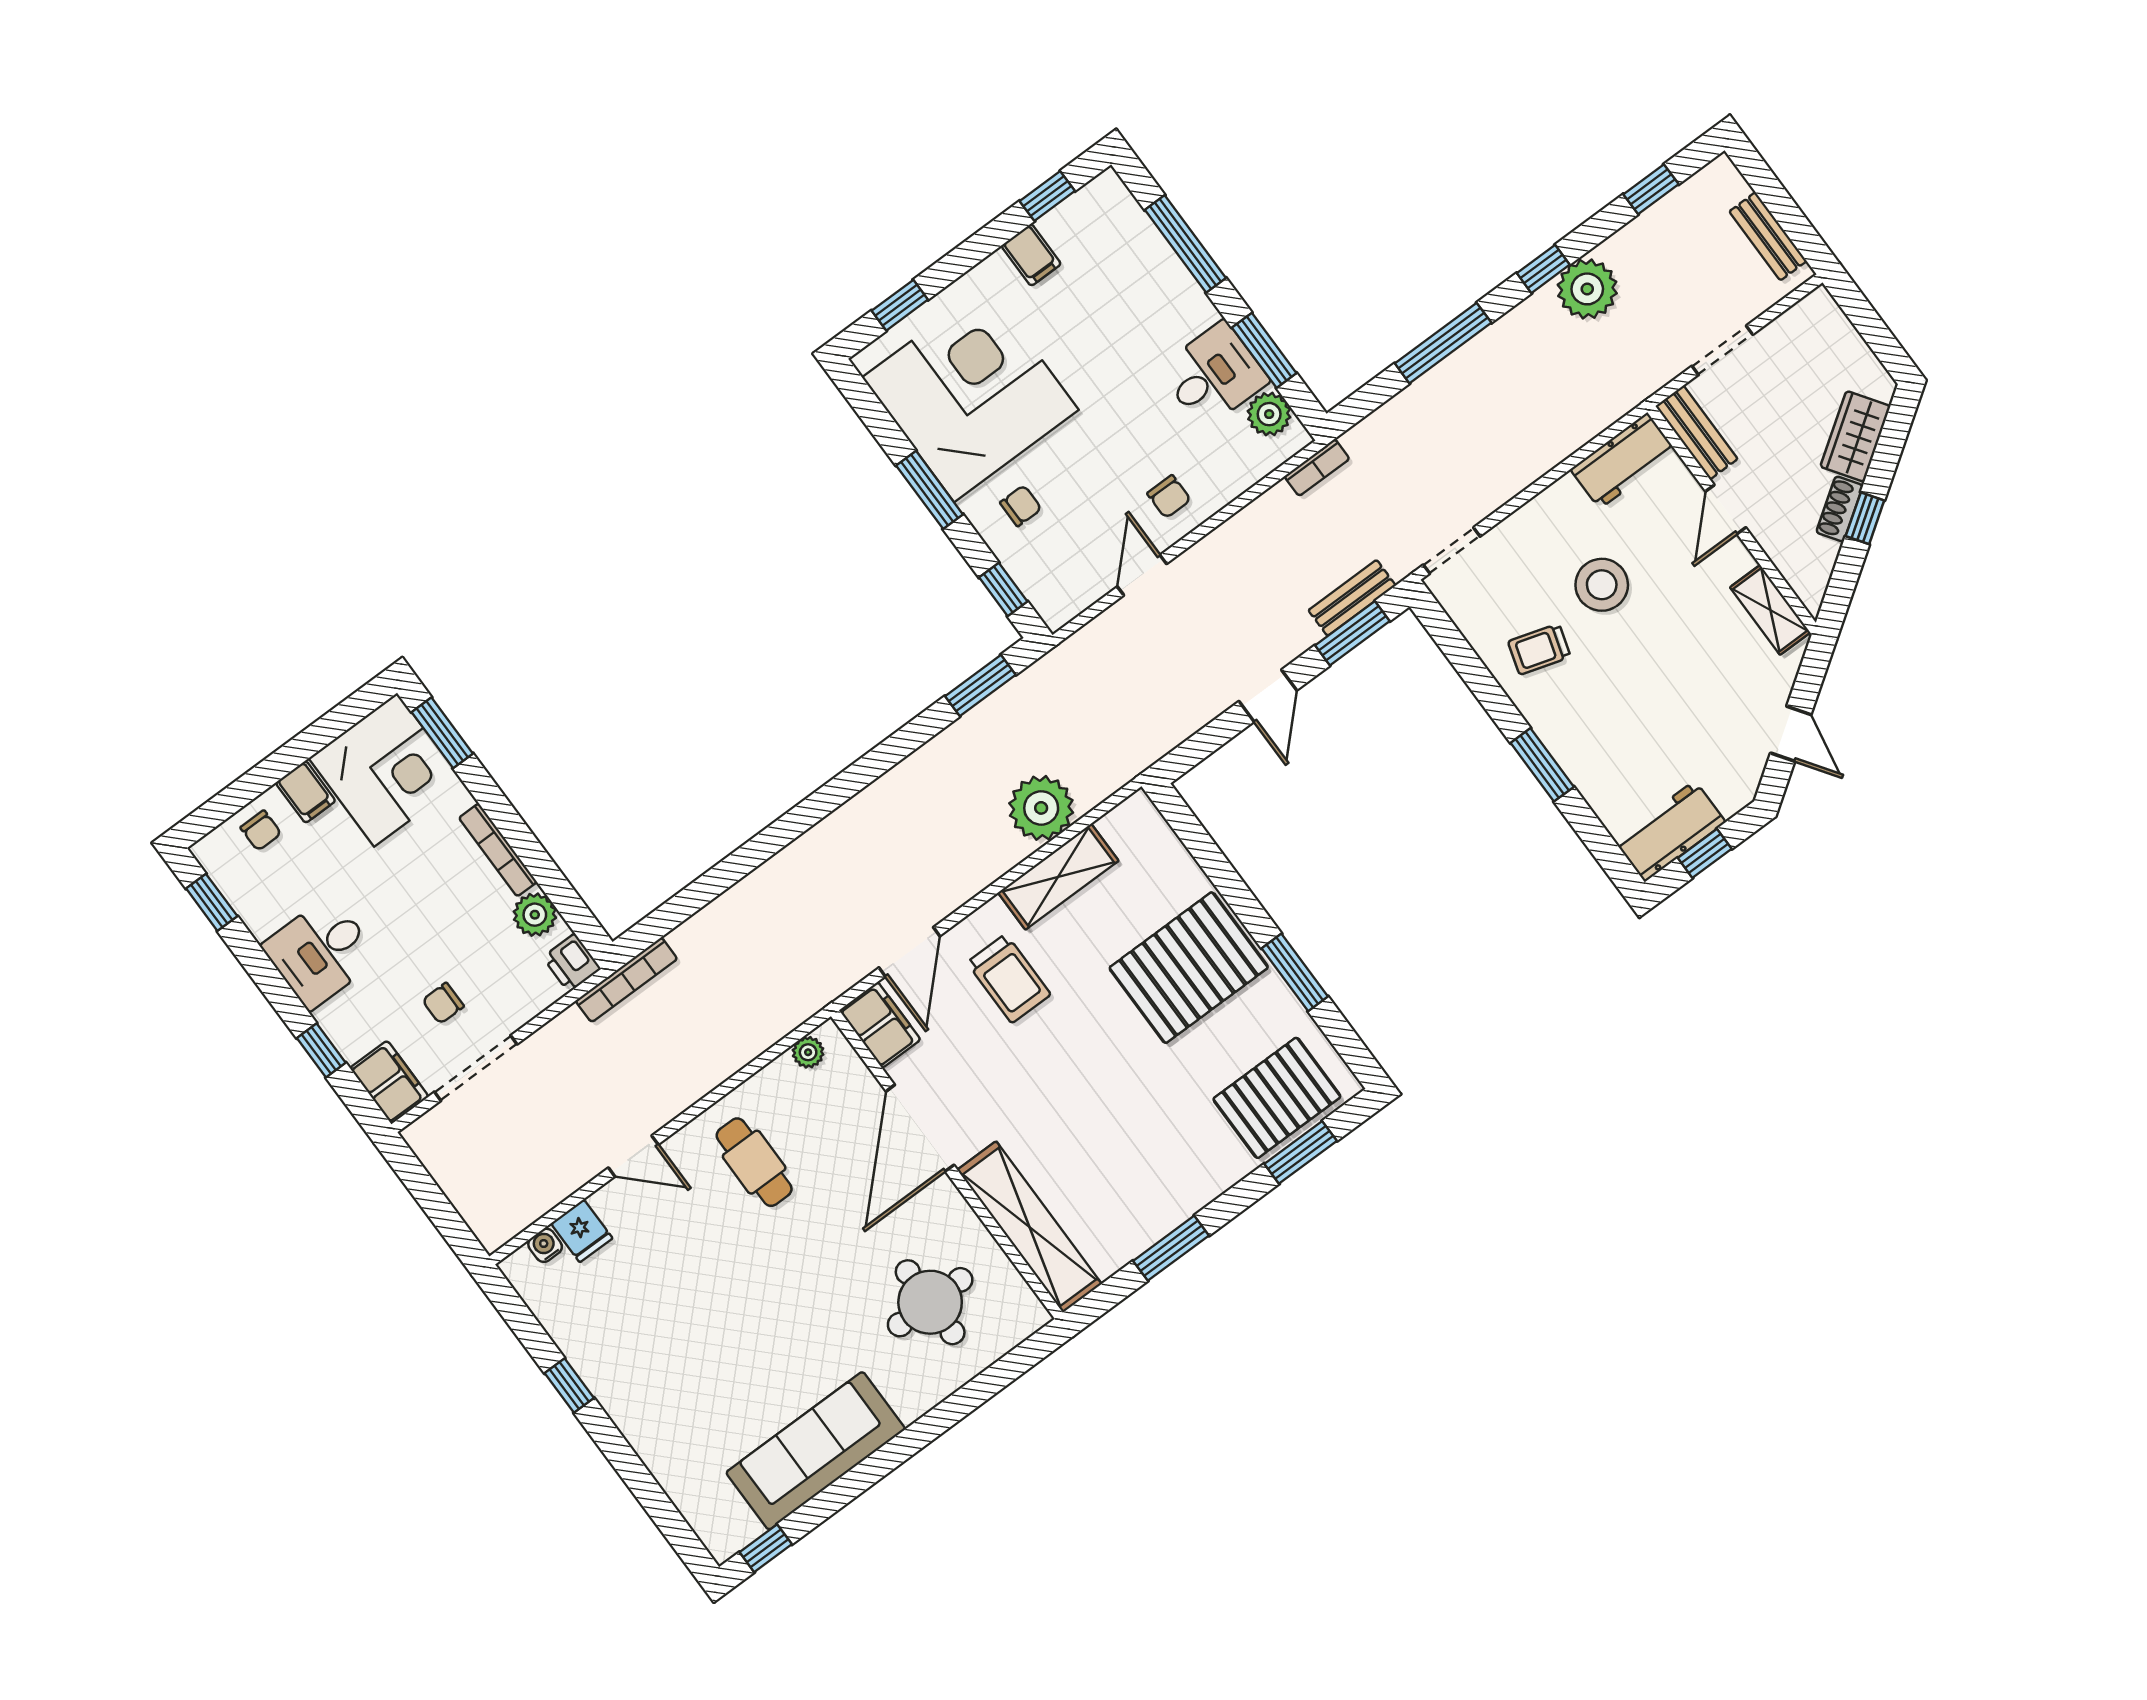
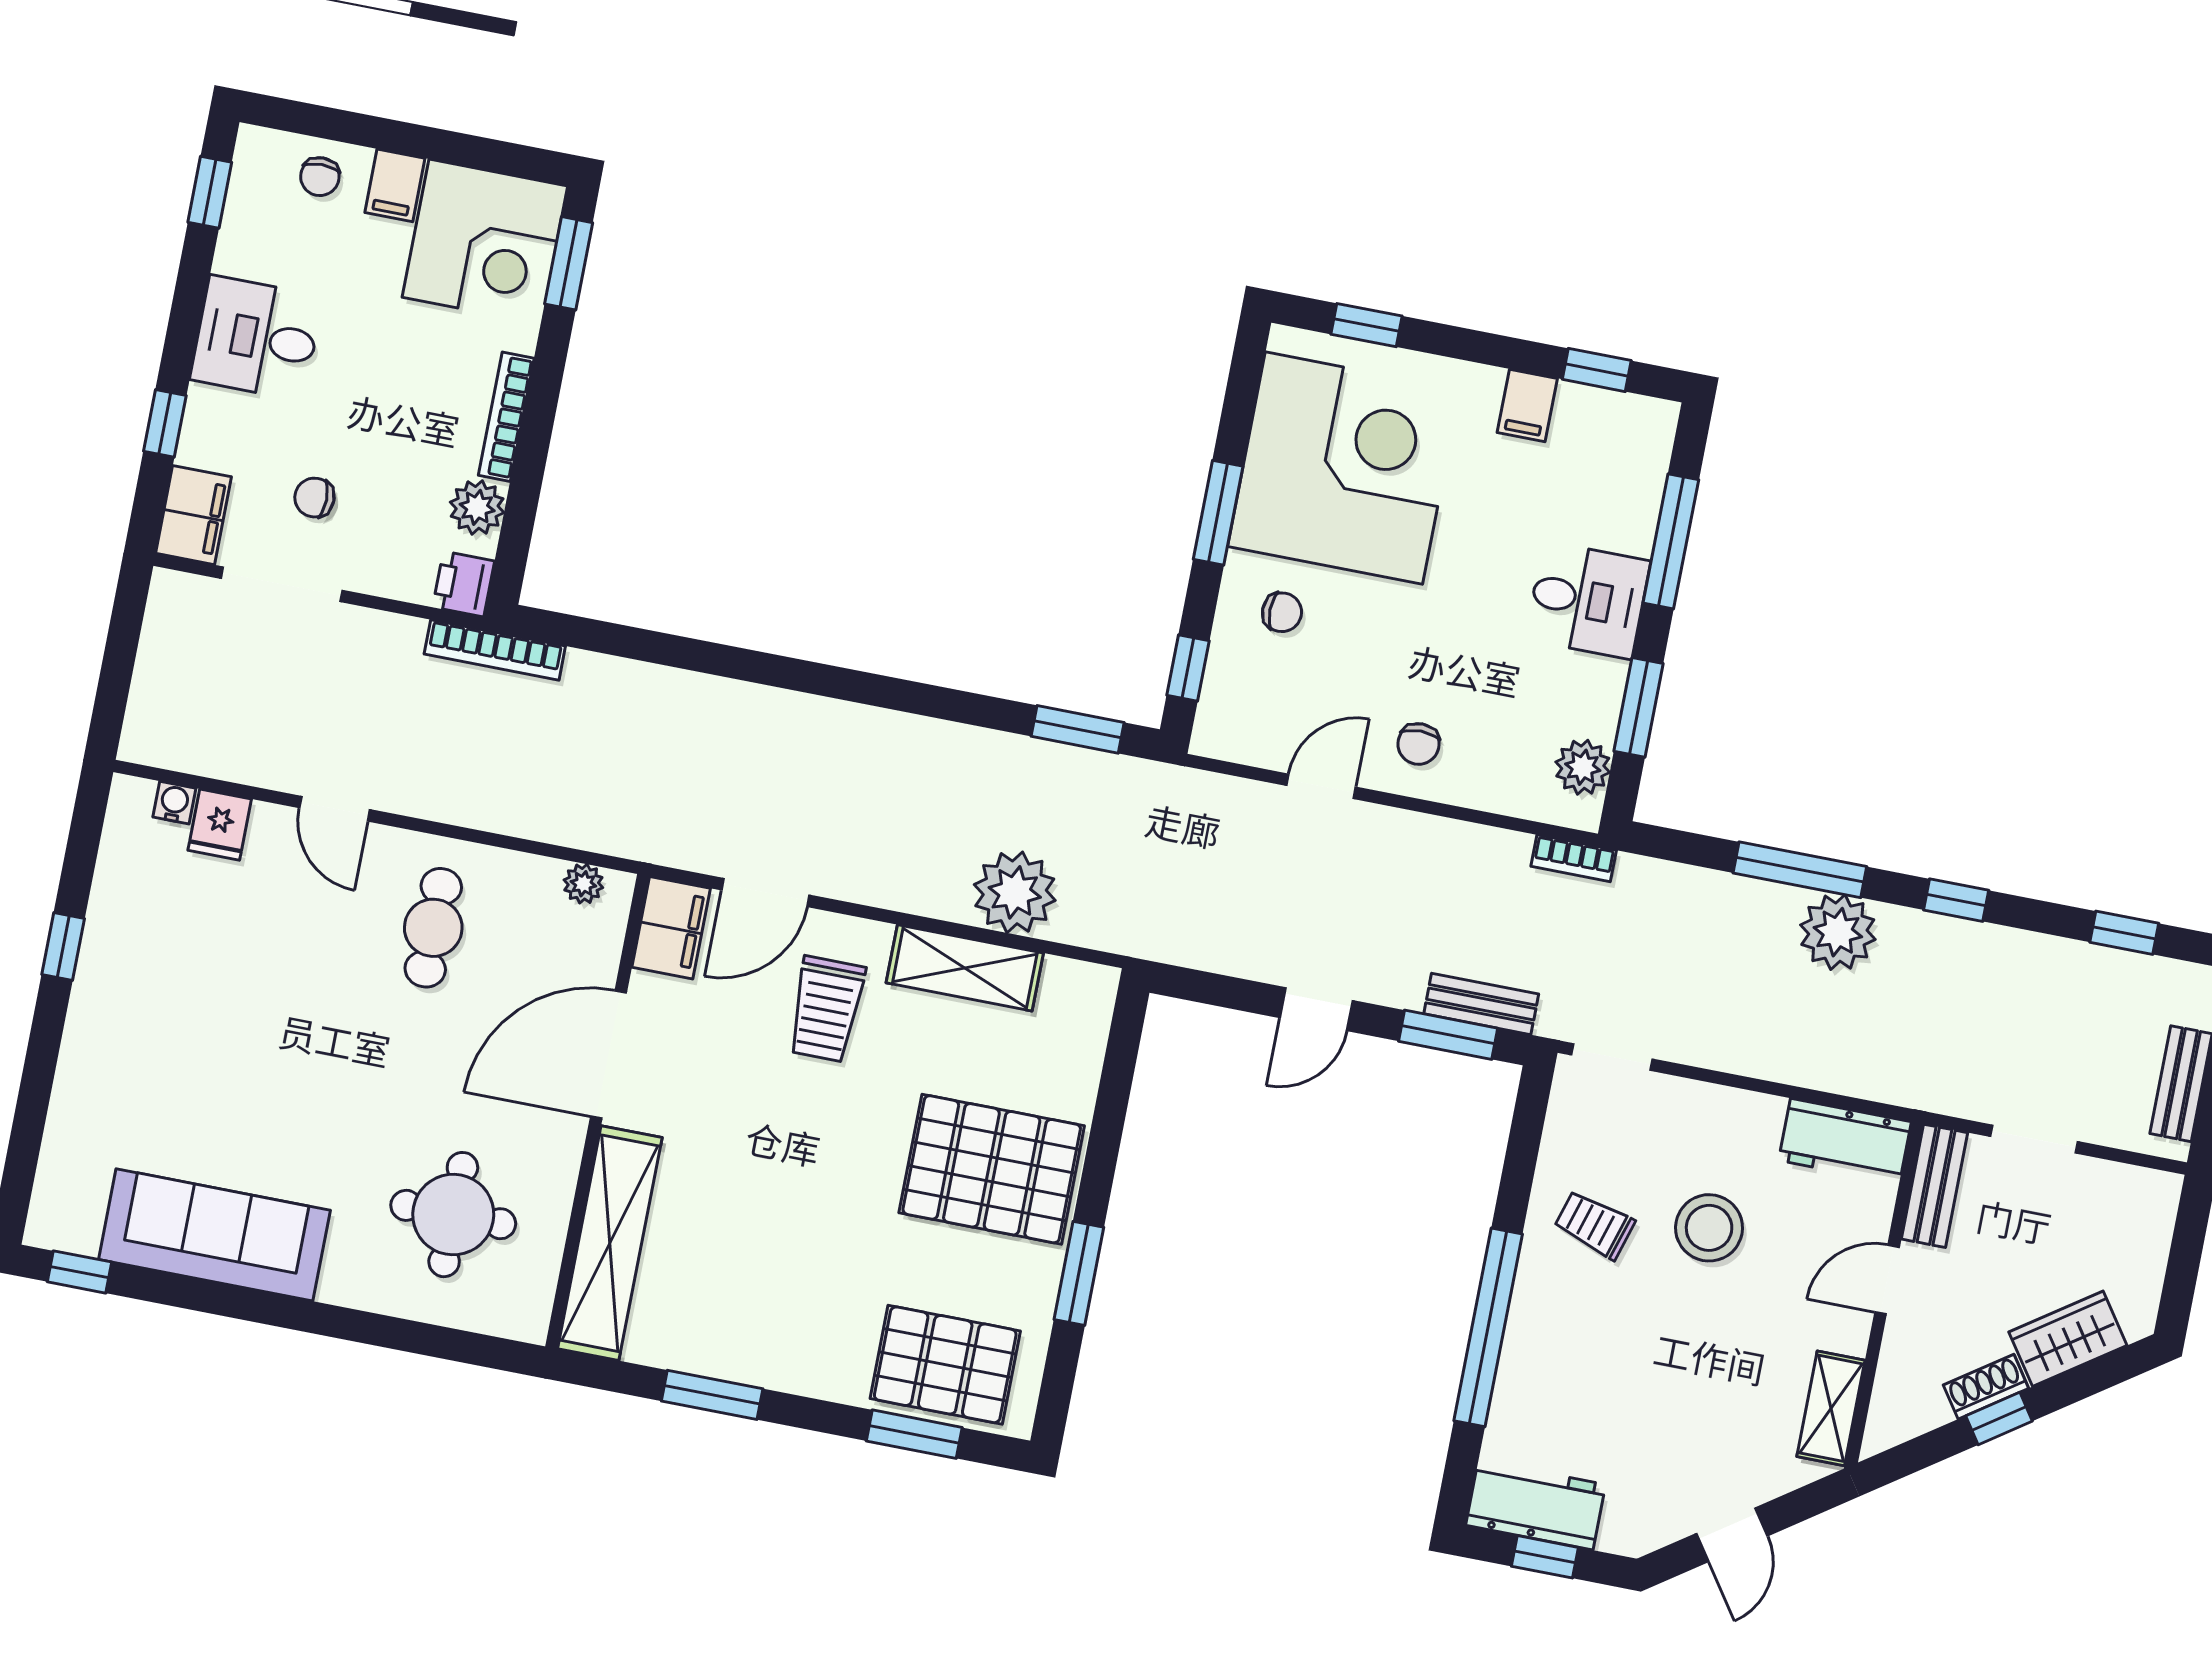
plant: (1587, 289) -> (1838, 932), moved
desk: (1214, 375) -> (1588, 600), moved
window: (1542, 765) -> (1488, 1327), width x2.11

